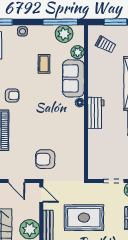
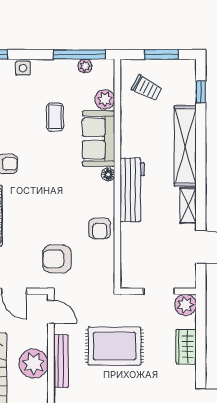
plant: (64, 34) -> (85, 66), width x0.53, depth x0.53
workbench: (96, 113) -> (132, 190), width x1.38
armchair: (74, 139) -> (100, 228), added

